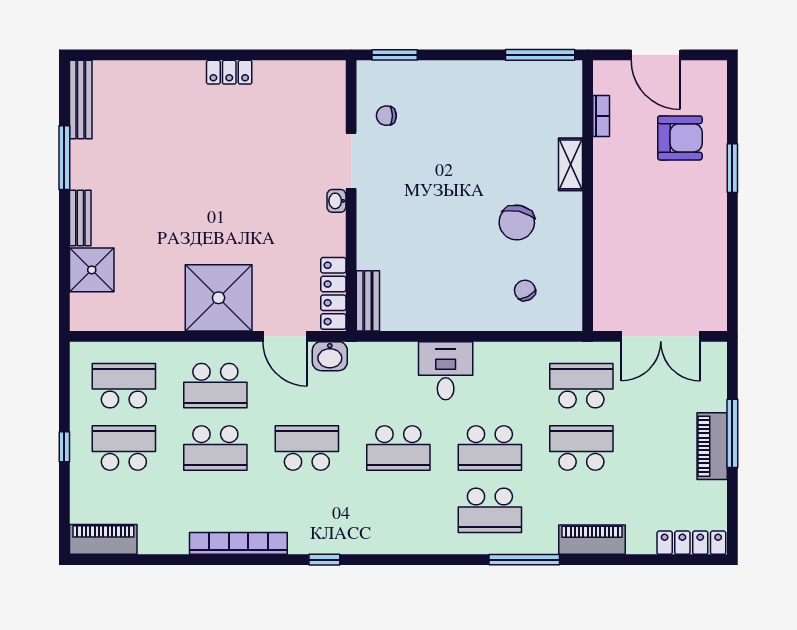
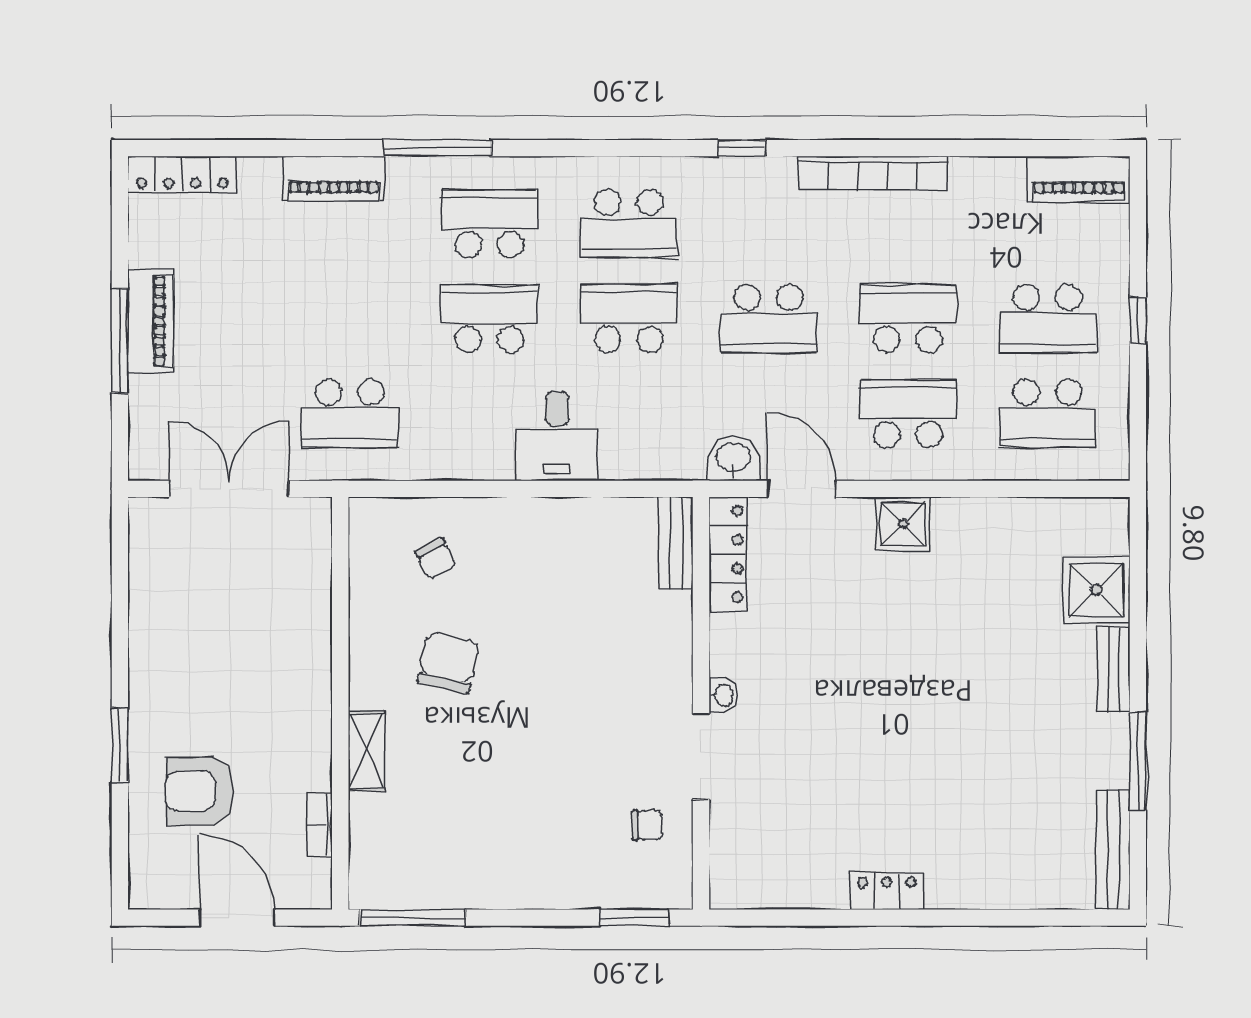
shower: (219, 298) -> (903, 524), width x0.54, depth x0.54
school desk: (581, 448) -> (629, 223), moved

